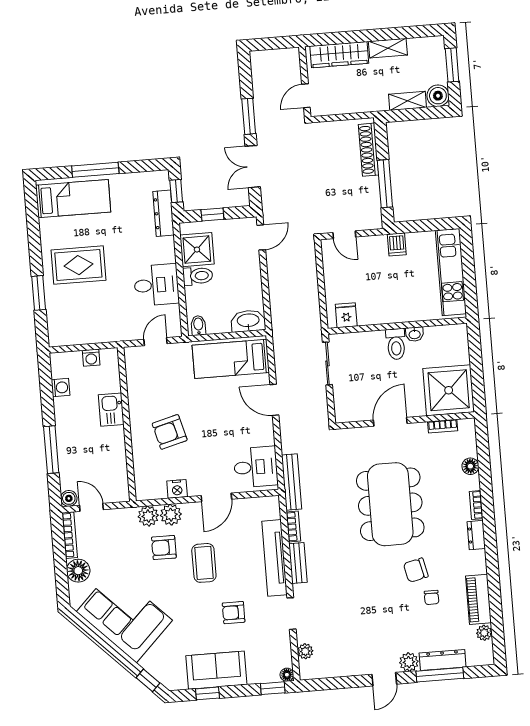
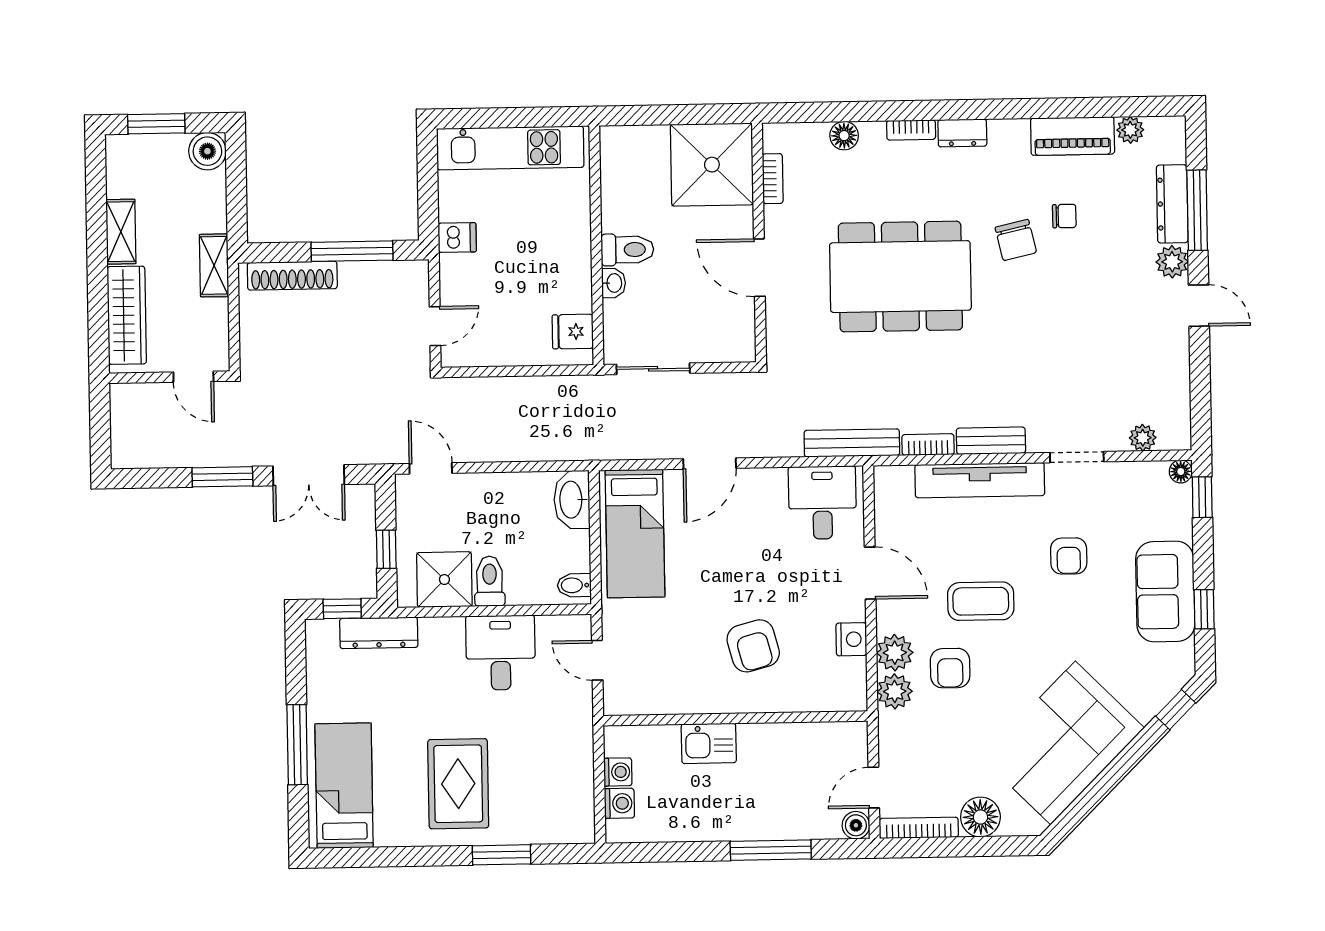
shelving: (408, 101) -> (214, 265), moved
washbasin: (415, 334) -> (614, 283), moved
washing machine: (61, 387) -> (619, 803), moved, turned 90

